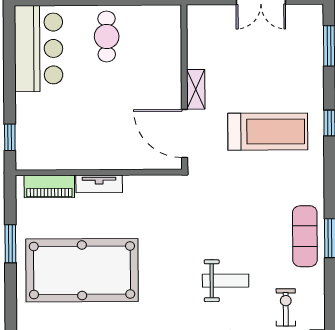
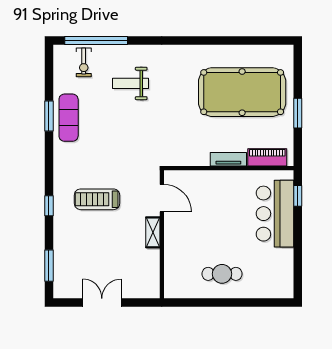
cafe table: (107, 37) -> (222, 274), turned 90
bar counter: (39, 49) -> (275, 214), moved
treadmill: (268, 132) -> (97, 199), width x0.73, depth x0.73
door: (184, 134) -> (162, 198), width x0.73

